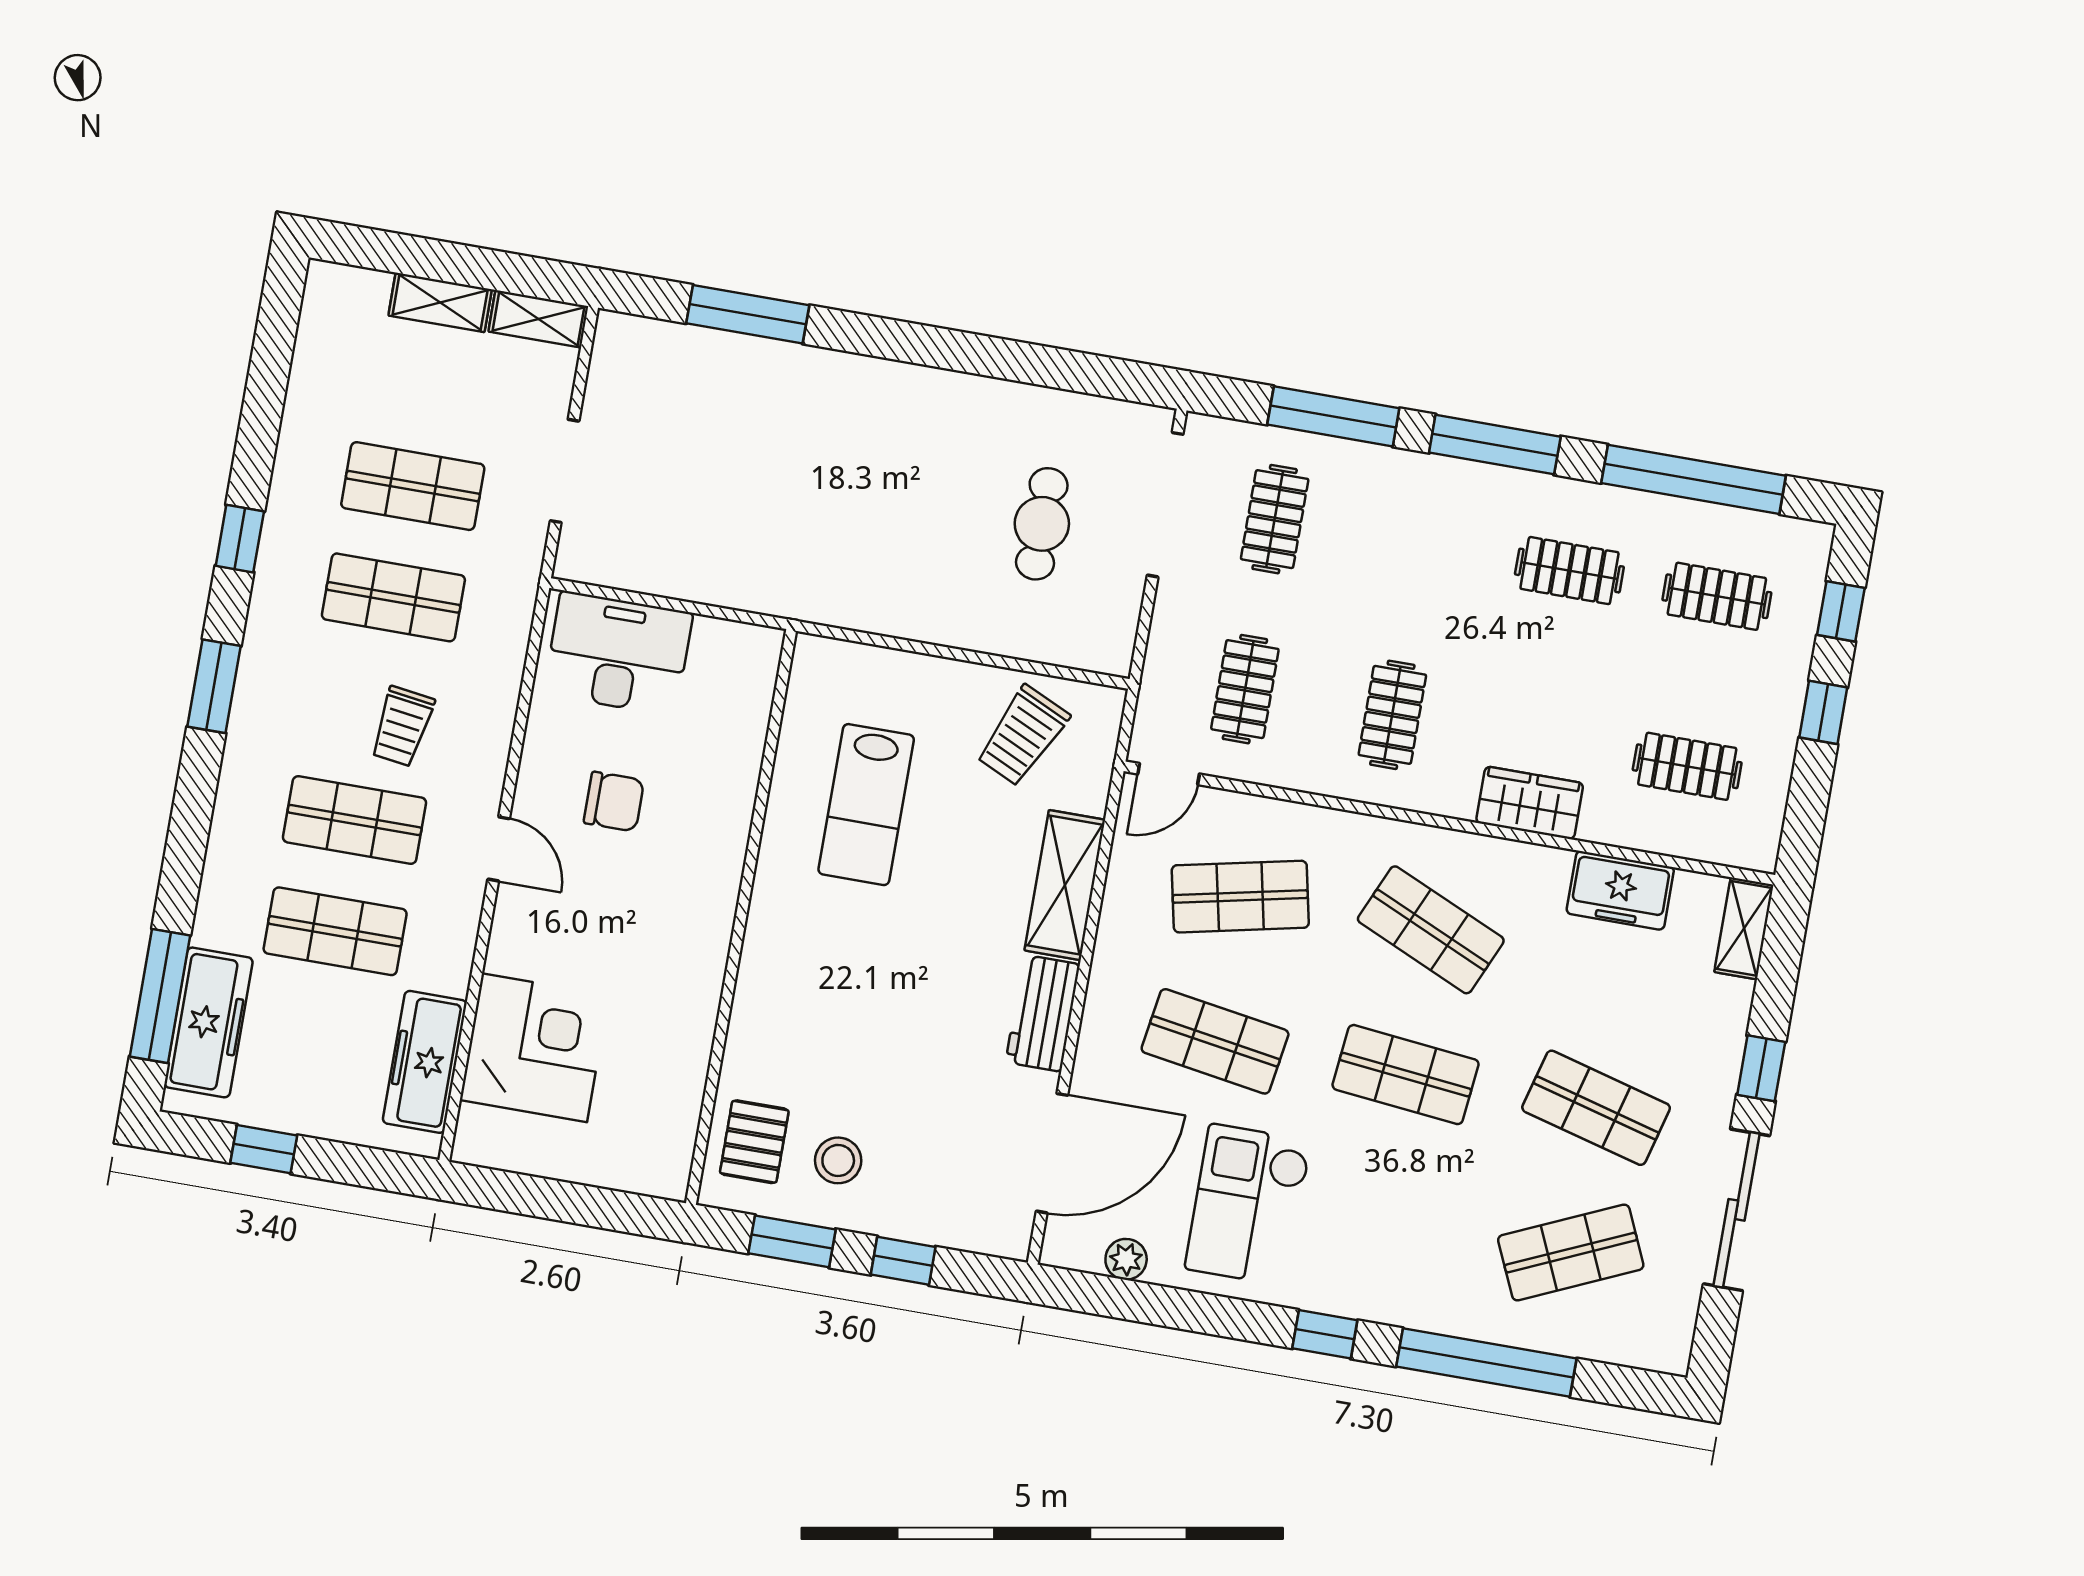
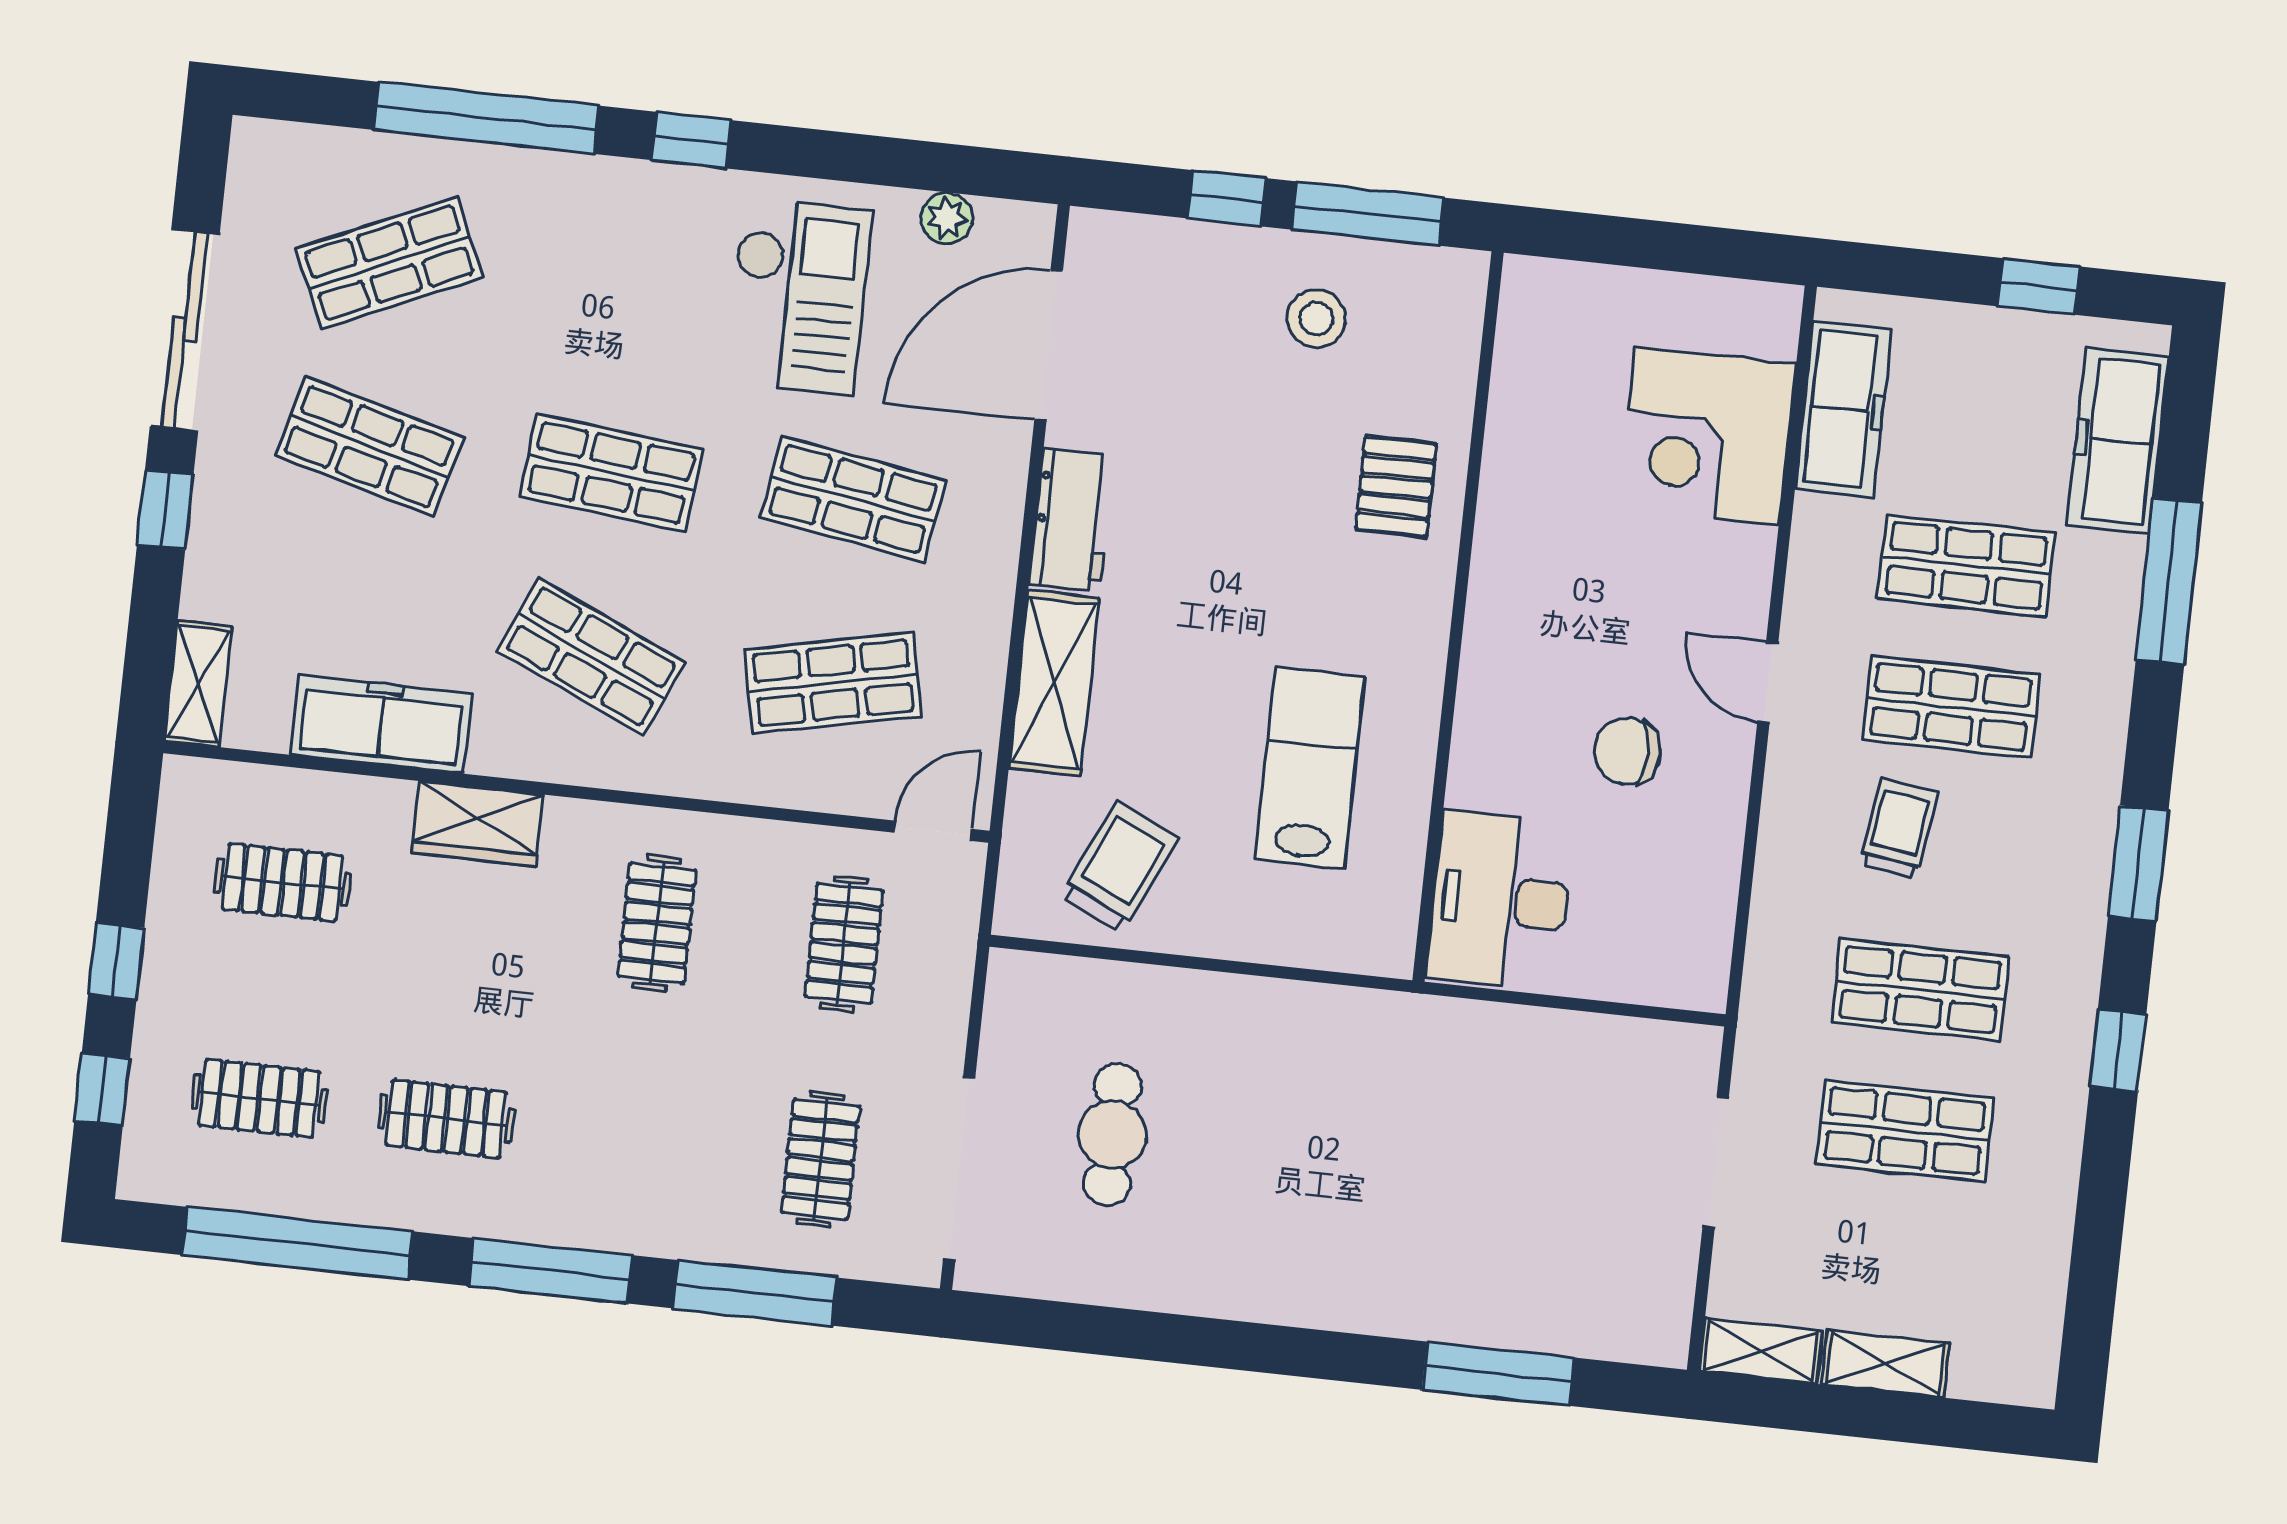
desk: (618, 653) -> (1500, 900), moved, turned 90
freezer: (1620, 890) -> (381, 724), width x1.40
window: (160, 996) -> (2169, 581), moved
pallet: (754, 1142) -> (1396, 486), moved
window: (792, 1241) -> (1368, 214), width x1.44

